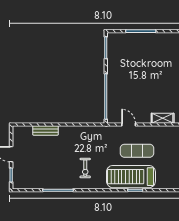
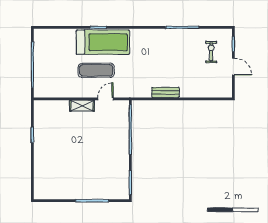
shelving: (163, 118) -> (82, 106), moved
door: (129, 124) -> (105, 99), swing flipped
bench: (45, 130) -> (166, 92), moved
exercise bike: (85, 168) -> (211, 52), moved

